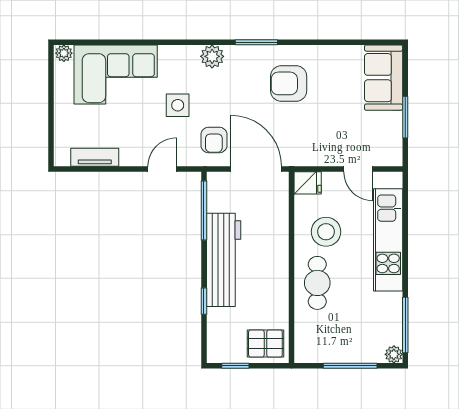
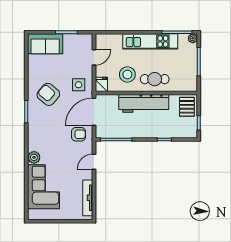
plant: (64, 53) -> (32, 214), removed
plant: (212, 56) -> (34, 157), moved
armchair: (289, 83) -> (48, 94), turned 130
side table: (178, 105) -> (79, 85), moved
tv unit: (95, 157) -> (88, 198), width x1.41
door: (162, 169) -> (94, 162), hinge flipped
kitchen unit: (388, 240) -> (150, 41), moved
workbench: (224, 260) -> (144, 103), moved, turned 180

